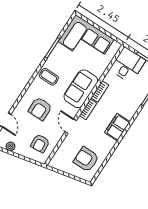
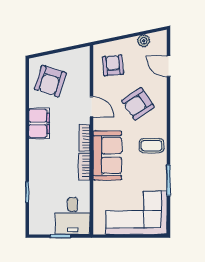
armchair: (40, 109) -> (138, 104), turned -124
filing cabinet: (117, 127) -> (39, 123), moved
armchair: (86, 159) -> (50, 81), turned 108

